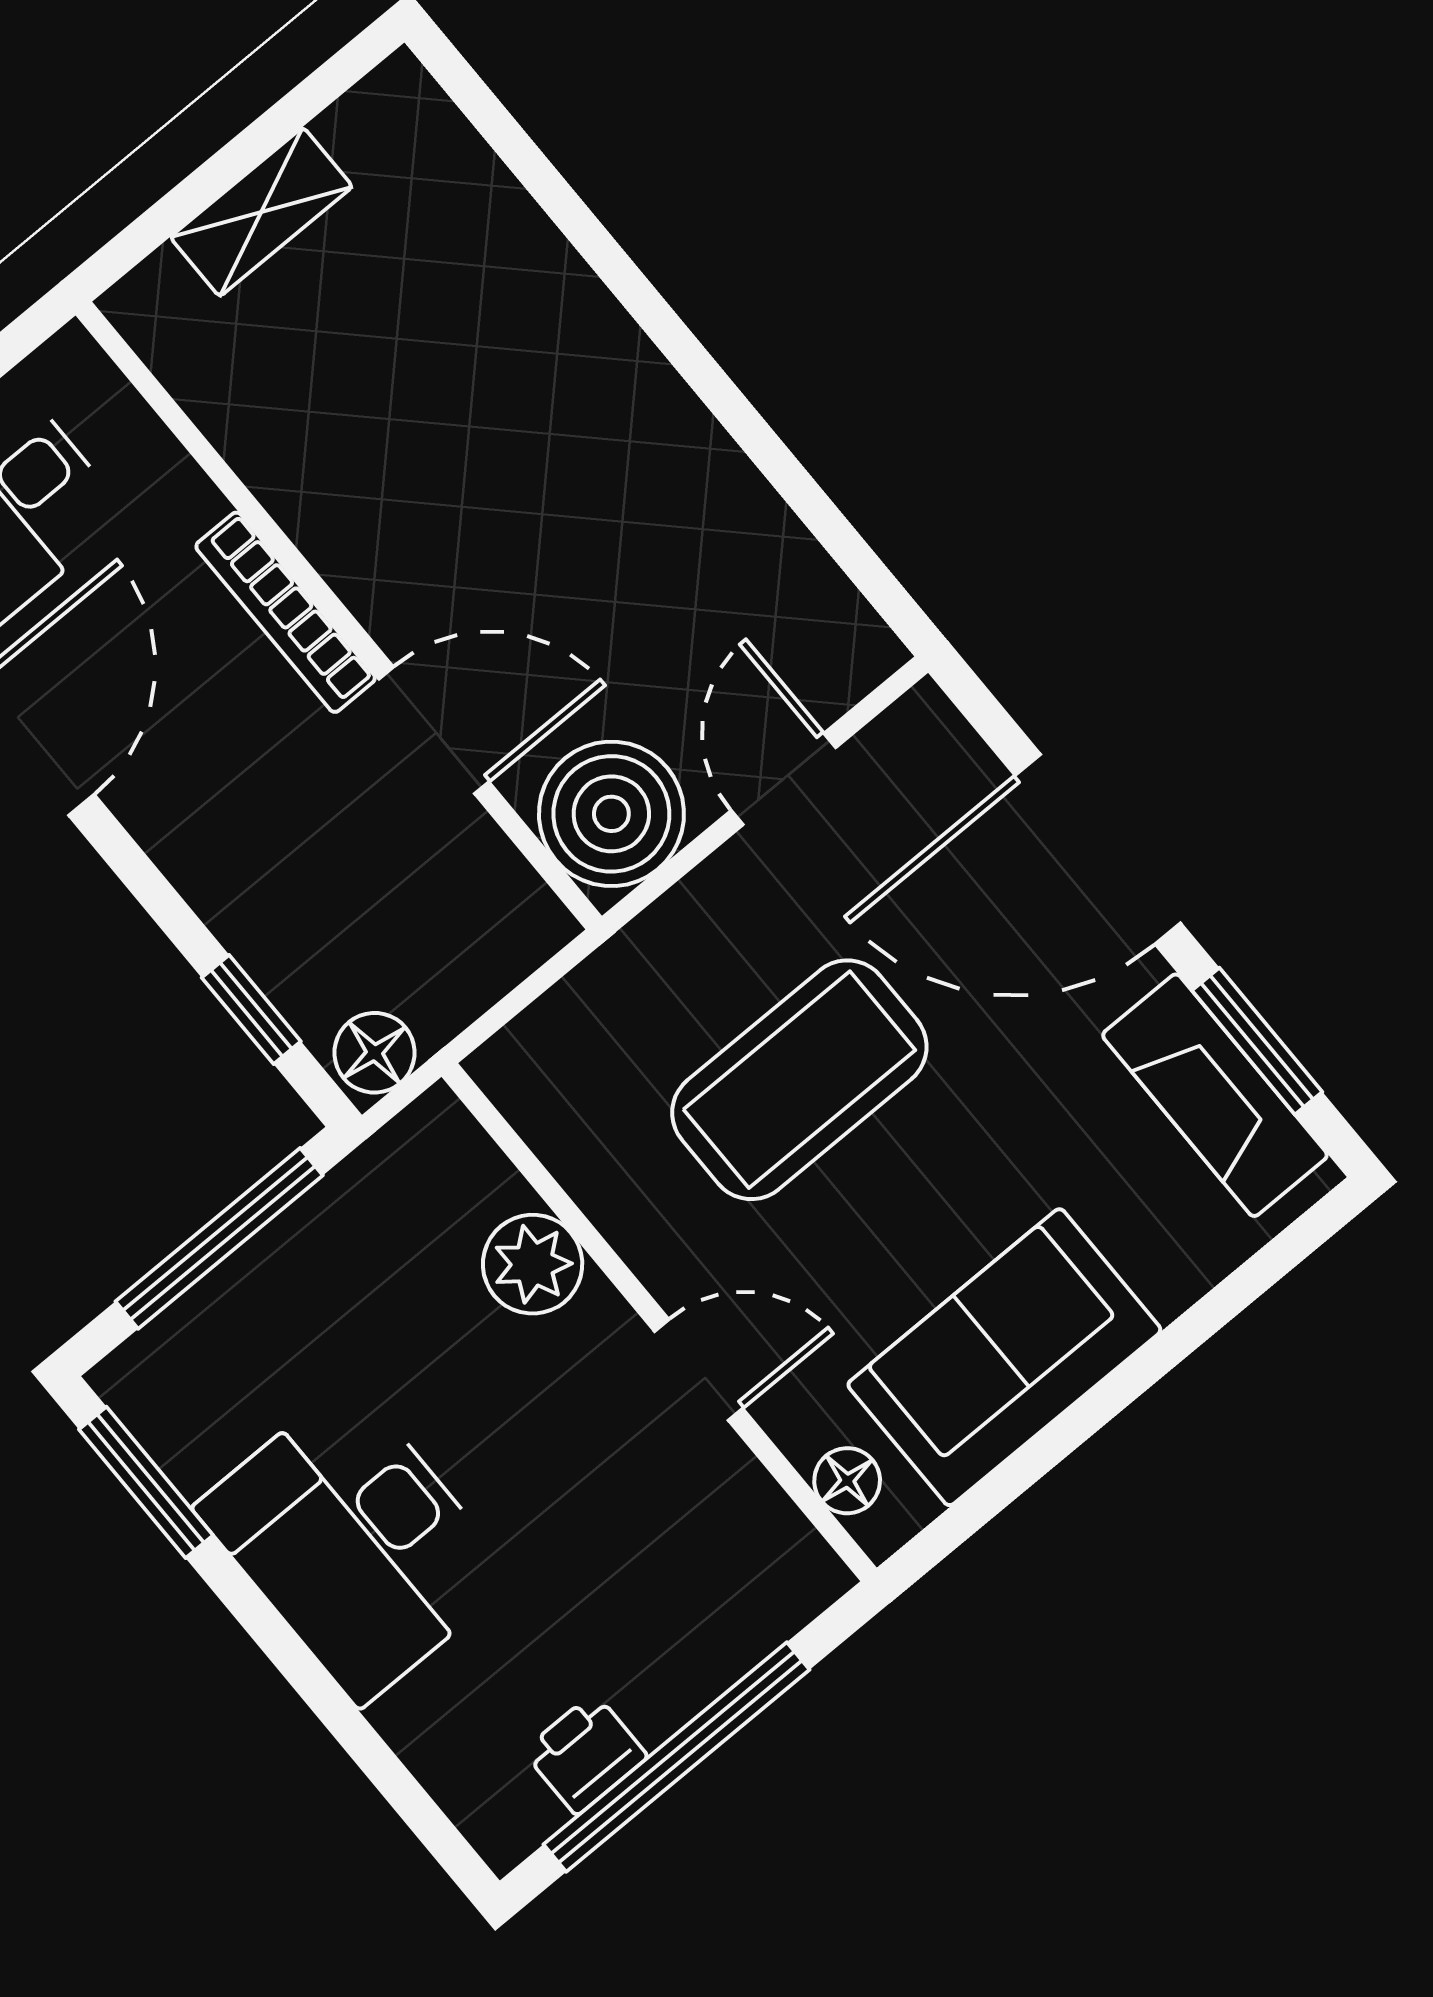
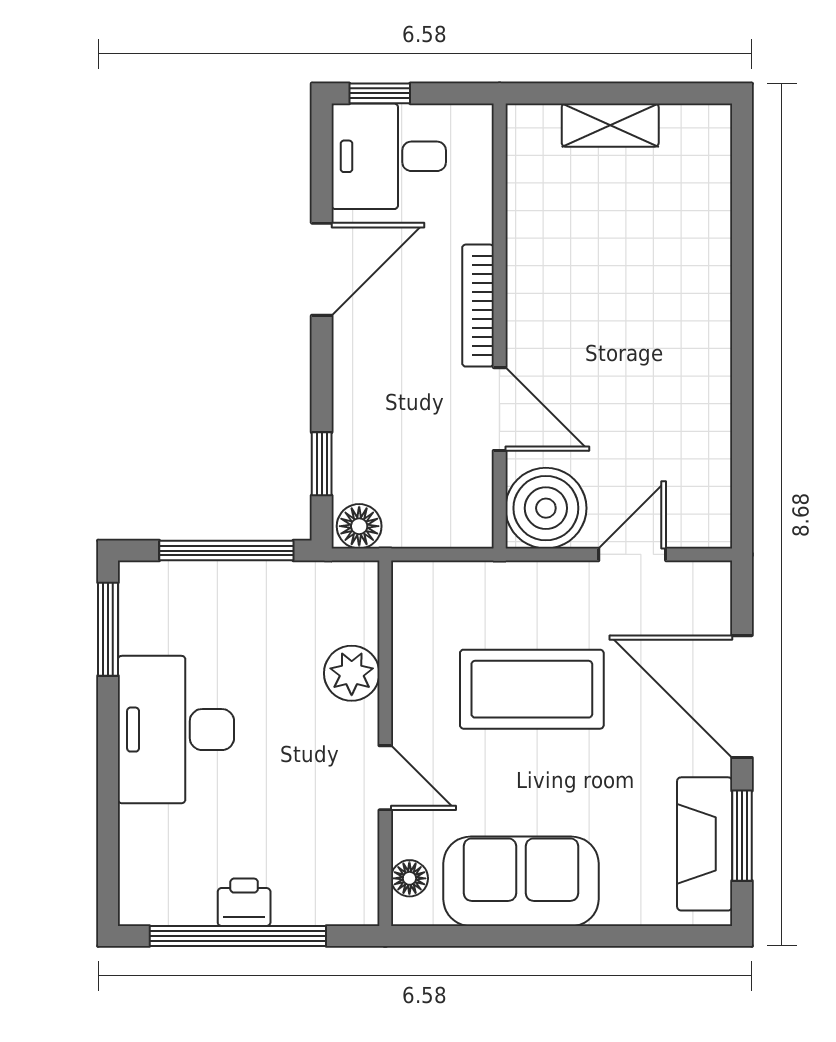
printer: (585, 1754) -> (244, 902), moved

